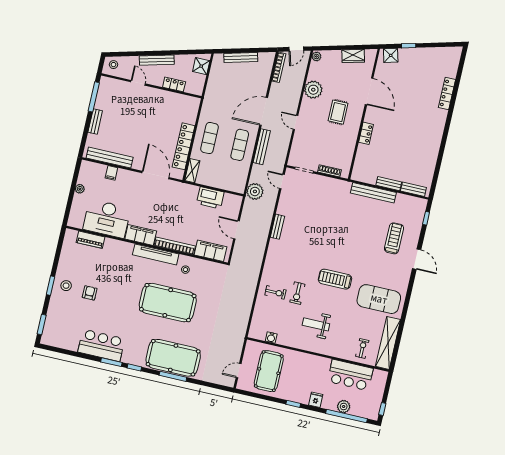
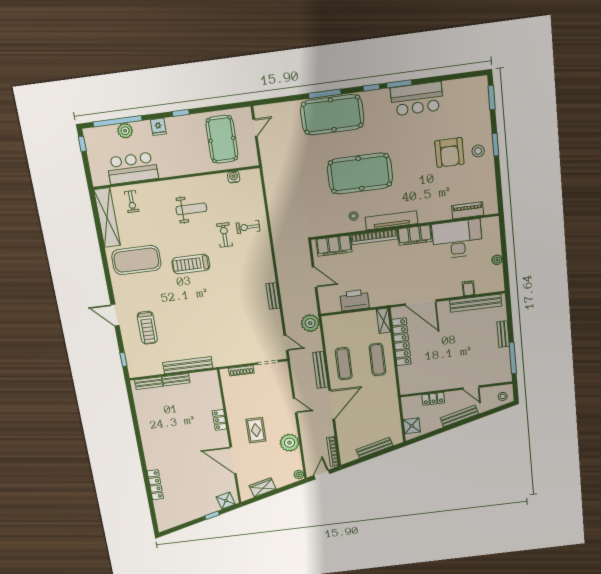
treadmill: (335, 279) -> (191, 264), turned 180
armchair: (90, 293) -> (449, 152), width x1.88, depth x1.88

